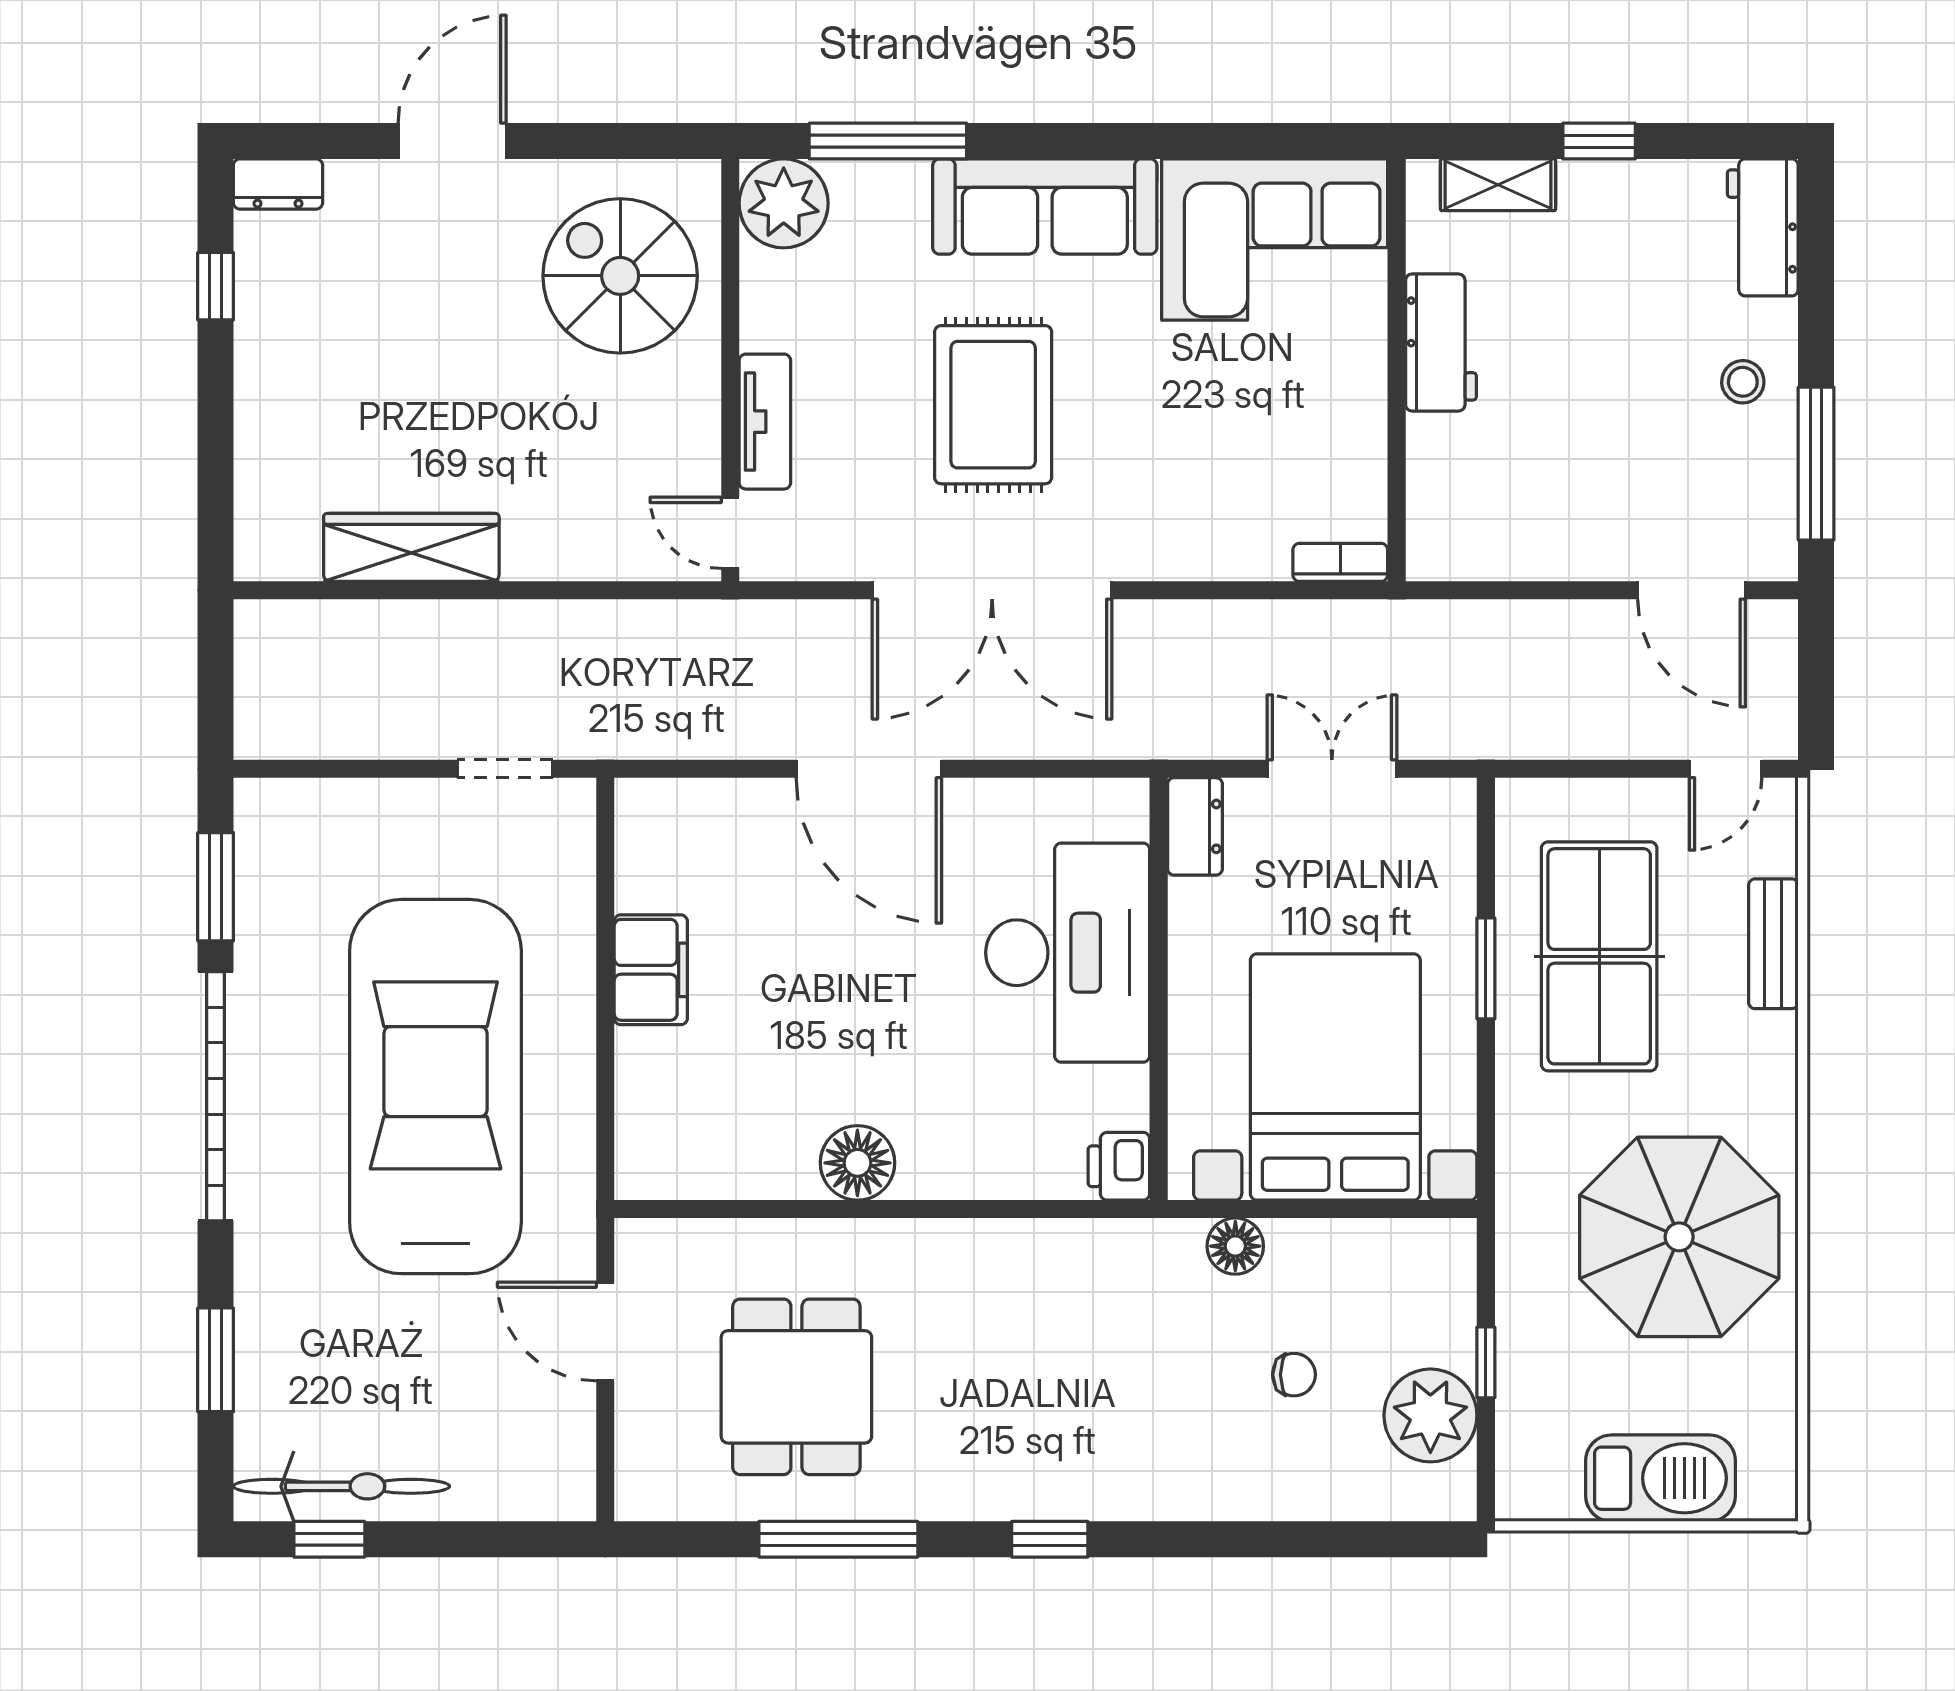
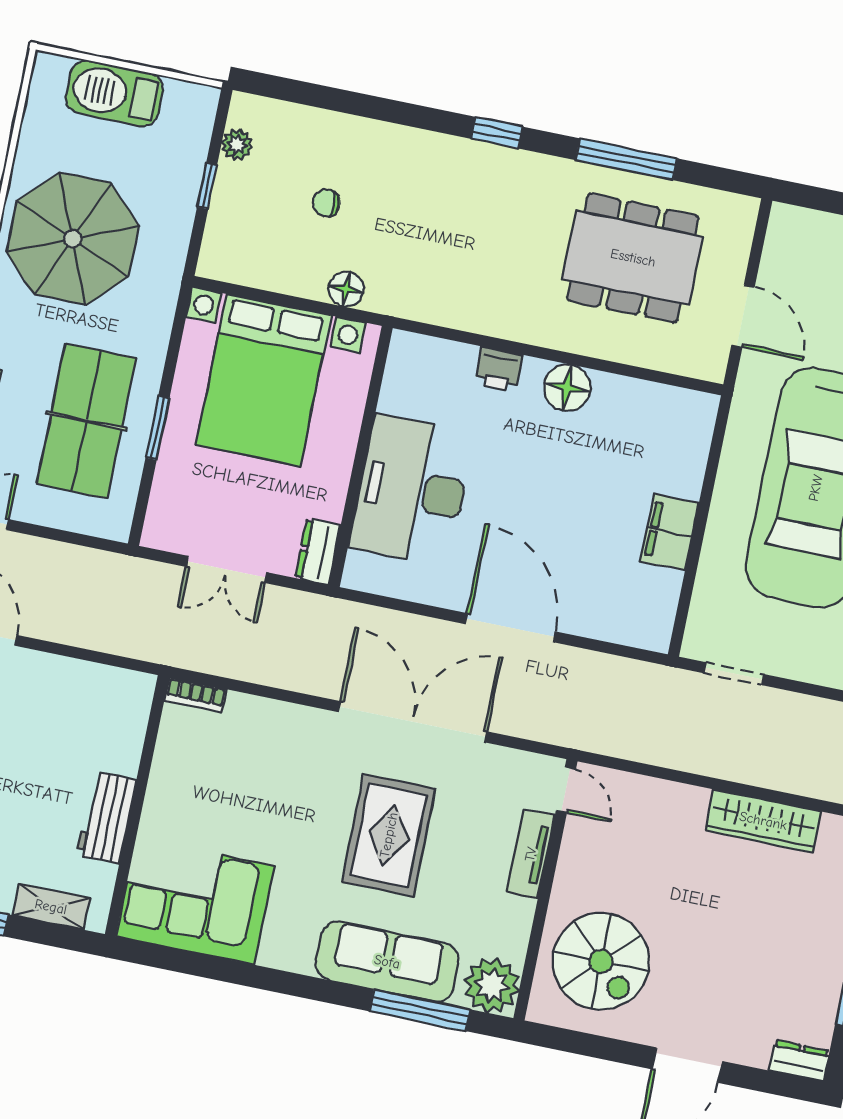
sofa: (1045, 207) -> (387, 962), moved
printer: (1119, 1166) -> (499, 369), moved, turned 90
dining table: (796, 1387) -> (633, 258), width x1.38
plant: (1430, 1415) -> (237, 145), width x0.53, depth x0.53

